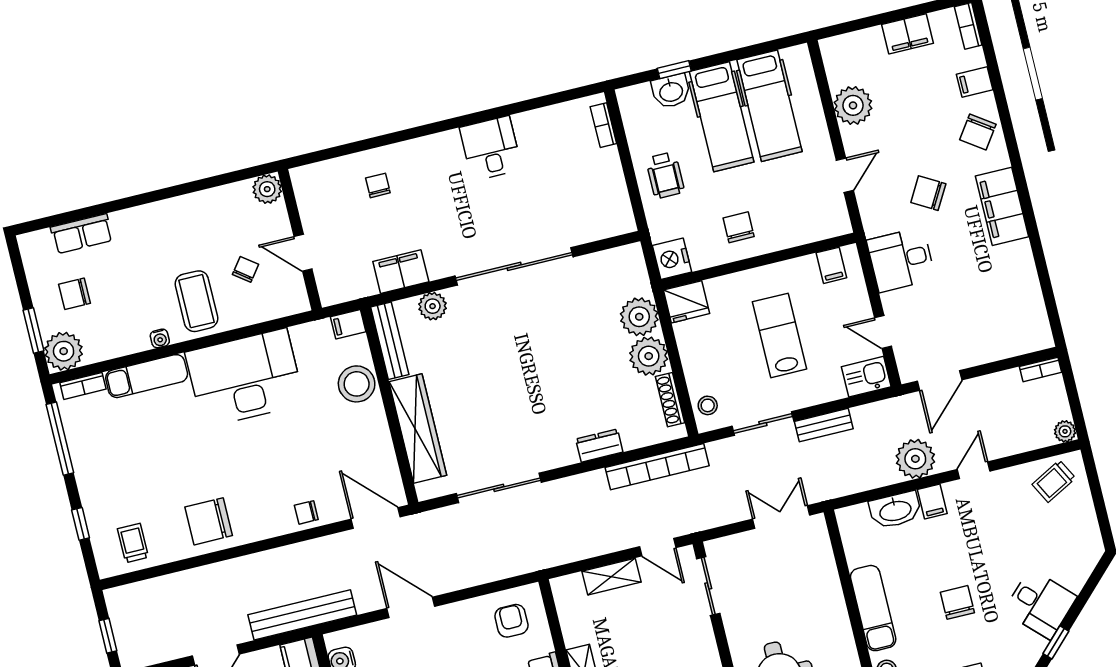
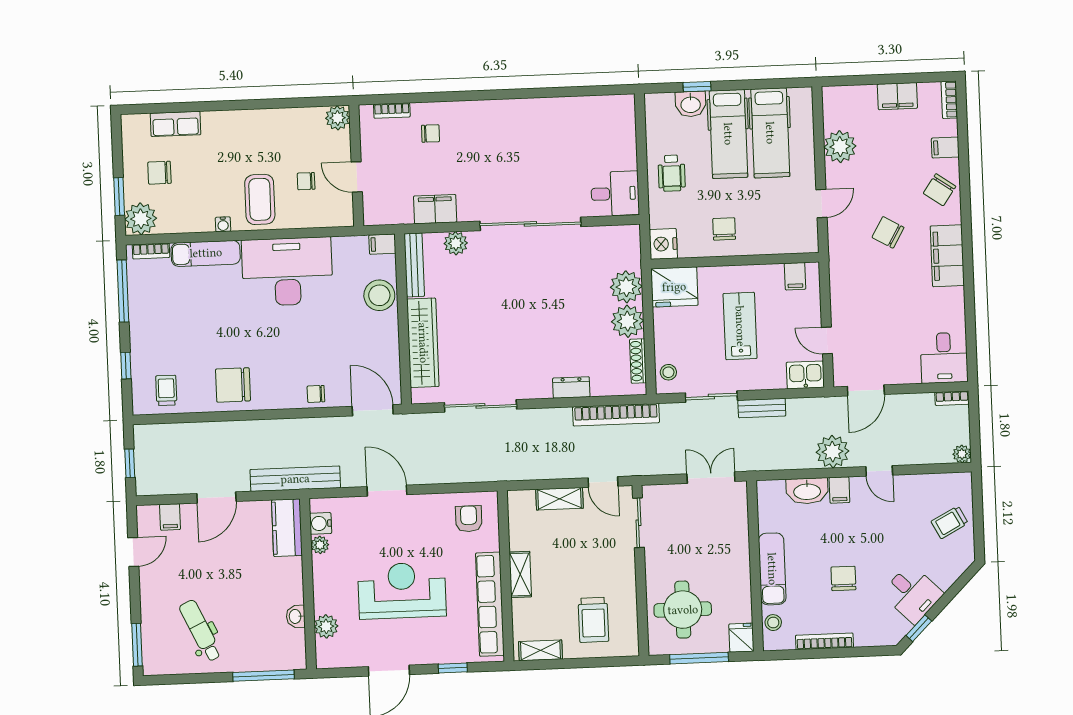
bookcase: (603, 125) -> (392, 111), moved, turned -90
desk: (491, 148) -> (615, 194), moved, turned 90
chair: (378, 185) -> (431, 133), turned 90
desk: (901, 260) -> (944, 358), moved, turned -90
chair: (246, 269) -> (306, 181), turned -127
fridge: (686, 302) -> (674, 287), width x1.36, depth x1.34
door: (974, 470) -> (879, 471), swing flipped
trolley: (1054, 481) -> (950, 522), moved

